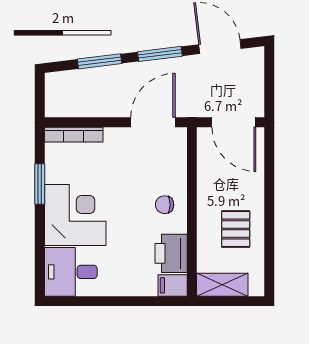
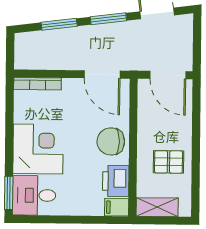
door: (153, 122) -> (102, 74), swing flipped
window: (40, 184) -> (9, 193), moved
chair: (165, 205) -> (111, 141), width x1.87, depth x1.87
pallet: (236, 229) -> (169, 162), turned 90

